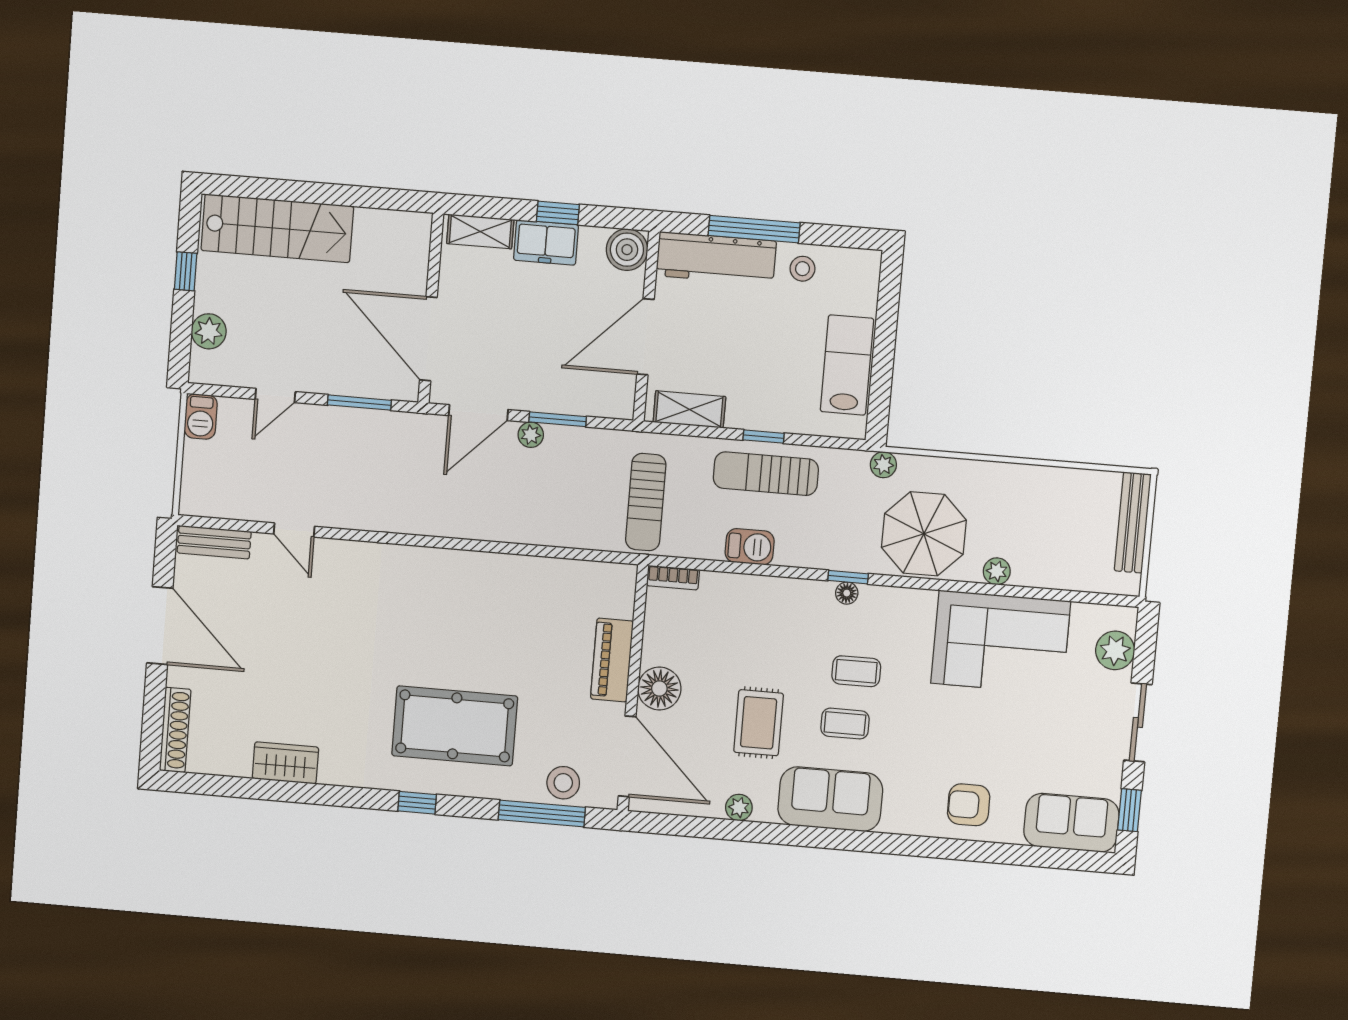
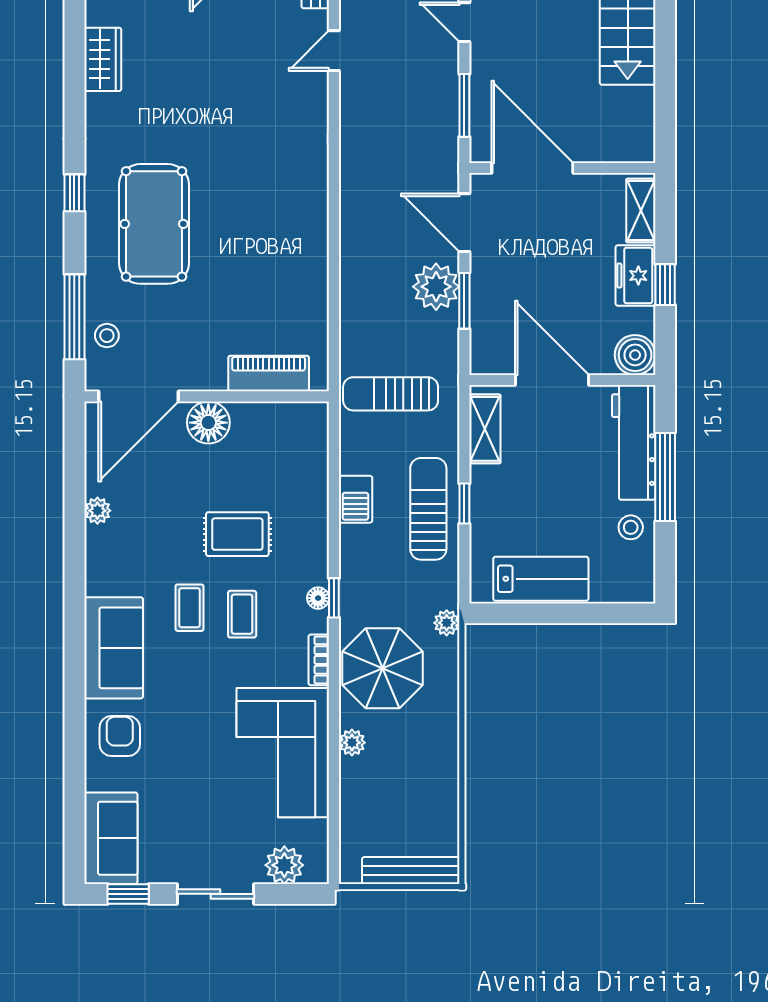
door: (428, 339) -> (532, 168), hinge flipped
plant: (531, 435) -> (436, 287), width x1.88, depth x1.88
bookcase: (673, 578) -> (319, 660), moved
piano: (612, 660) -> (269, 373), moved
rug: (759, 723) -> (237, 534), moved
stool: (563, 783) -> (107, 336), width x0.73, depth x0.73
sofa: (830, 799) -> (114, 648), moved

